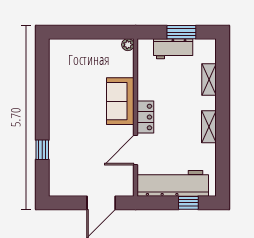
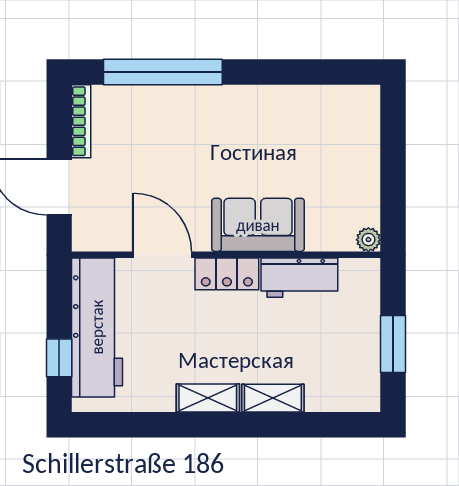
workbench: (173, 49) -> (299, 278), moved, turned -90
shelving: (209, 80) -> (273, 398), moved
window: (42, 150) -> (163, 72), width x3.17
bookcase: (67, 192) -> (81, 121), added

